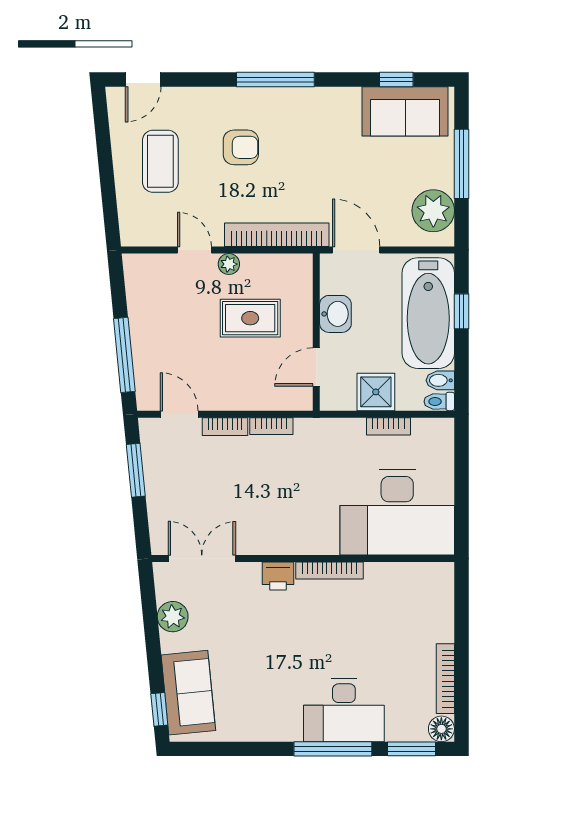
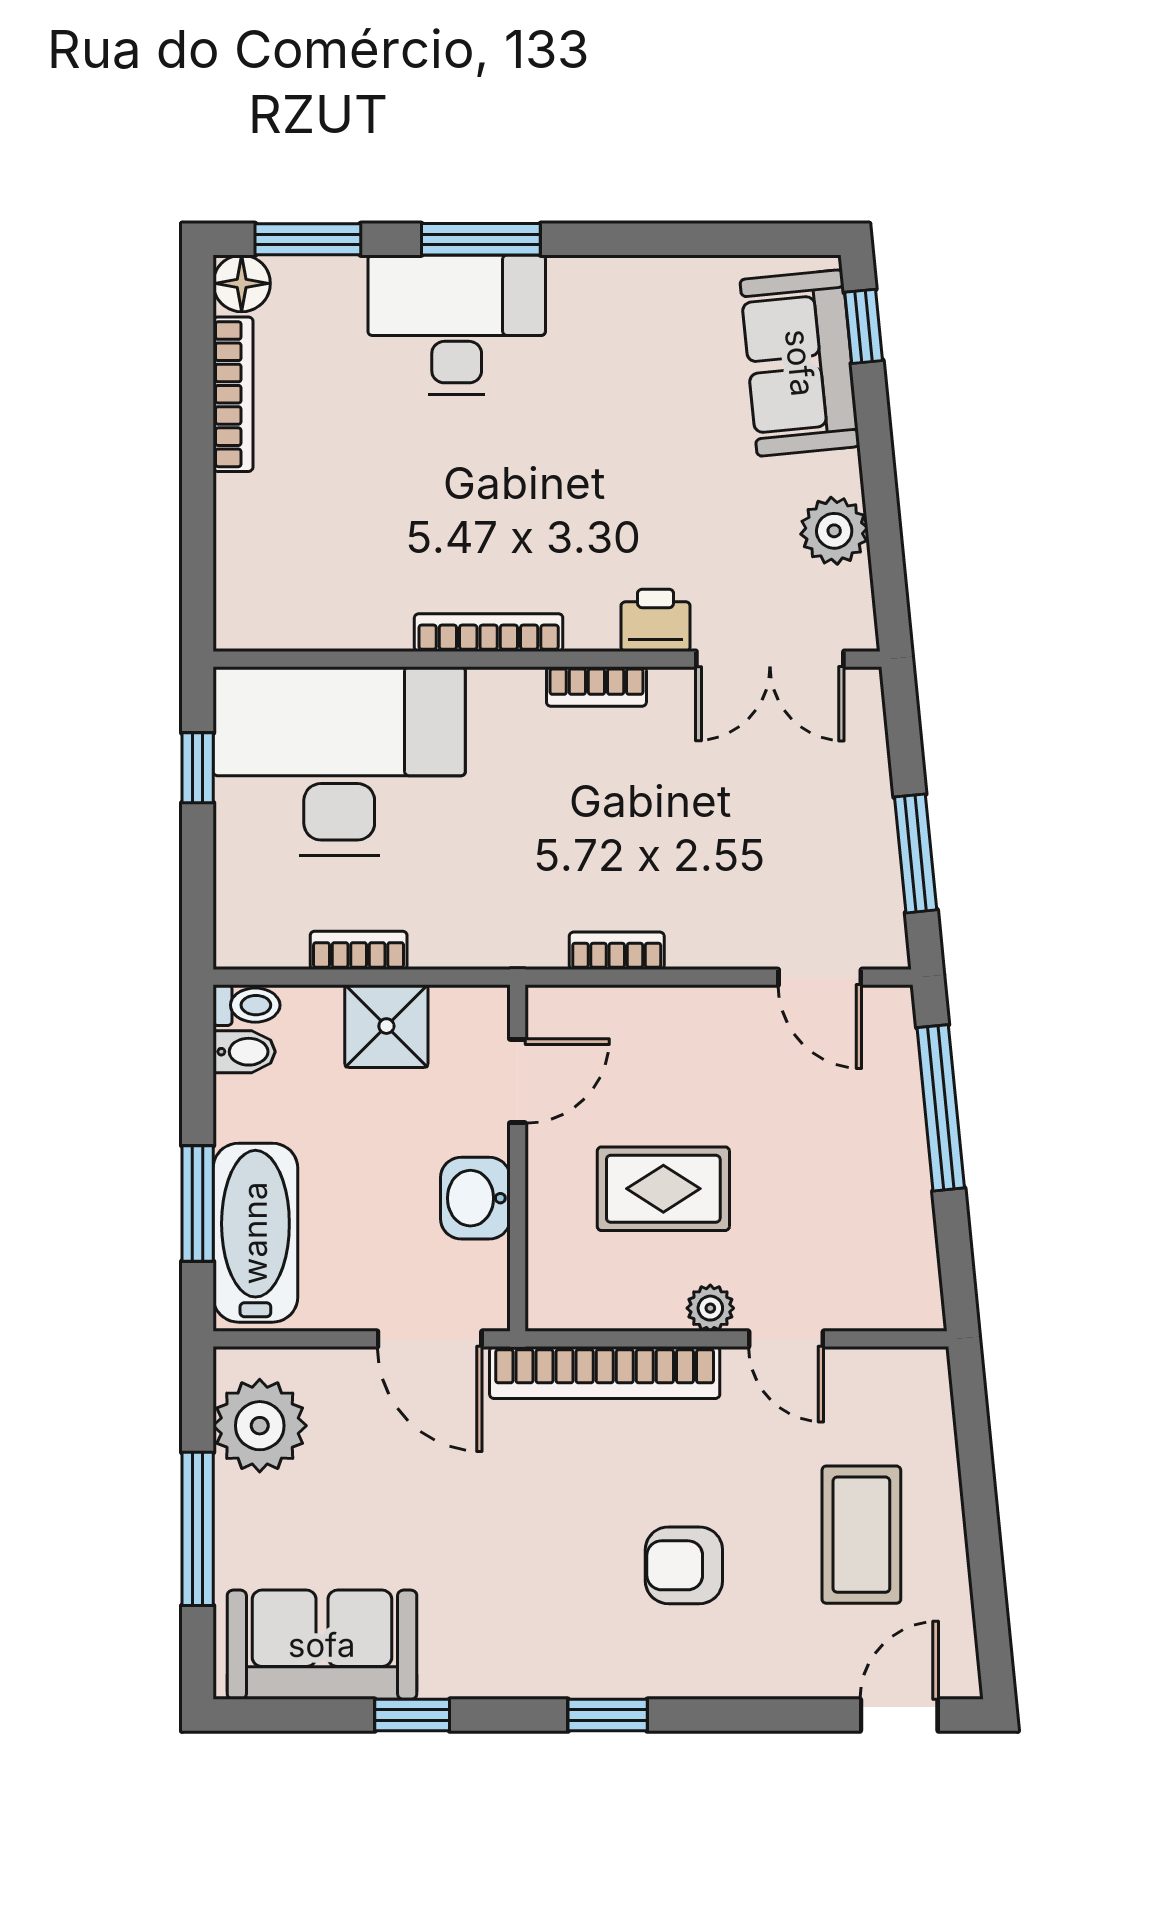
window: (275, 79) -> (608, 1715), width x0.46
window: (396, 79) -> (412, 1715), moved
window: (461, 311) -> (198, 1204), width x1.50
bathtub: (428, 313) -> (255, 1233), width x0.73, depth x0.73
bookcase: (225, 427) -> (596, 686), moved, turned 180
window: (461, 509) -> (198, 768), added
printer: (278, 576) -> (656, 620), moved
window: (333, 749) -> (481, 239), width x0.69

